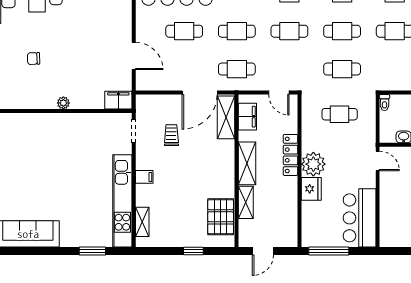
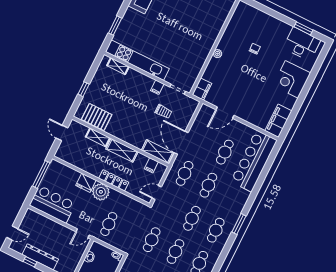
cafe table: (340, 114) -> (109, 224), moved
filing cabinet: (247, 117) -> (151, 165), width x0.50
filing cabinet: (144, 177) -> (157, 87), moved

